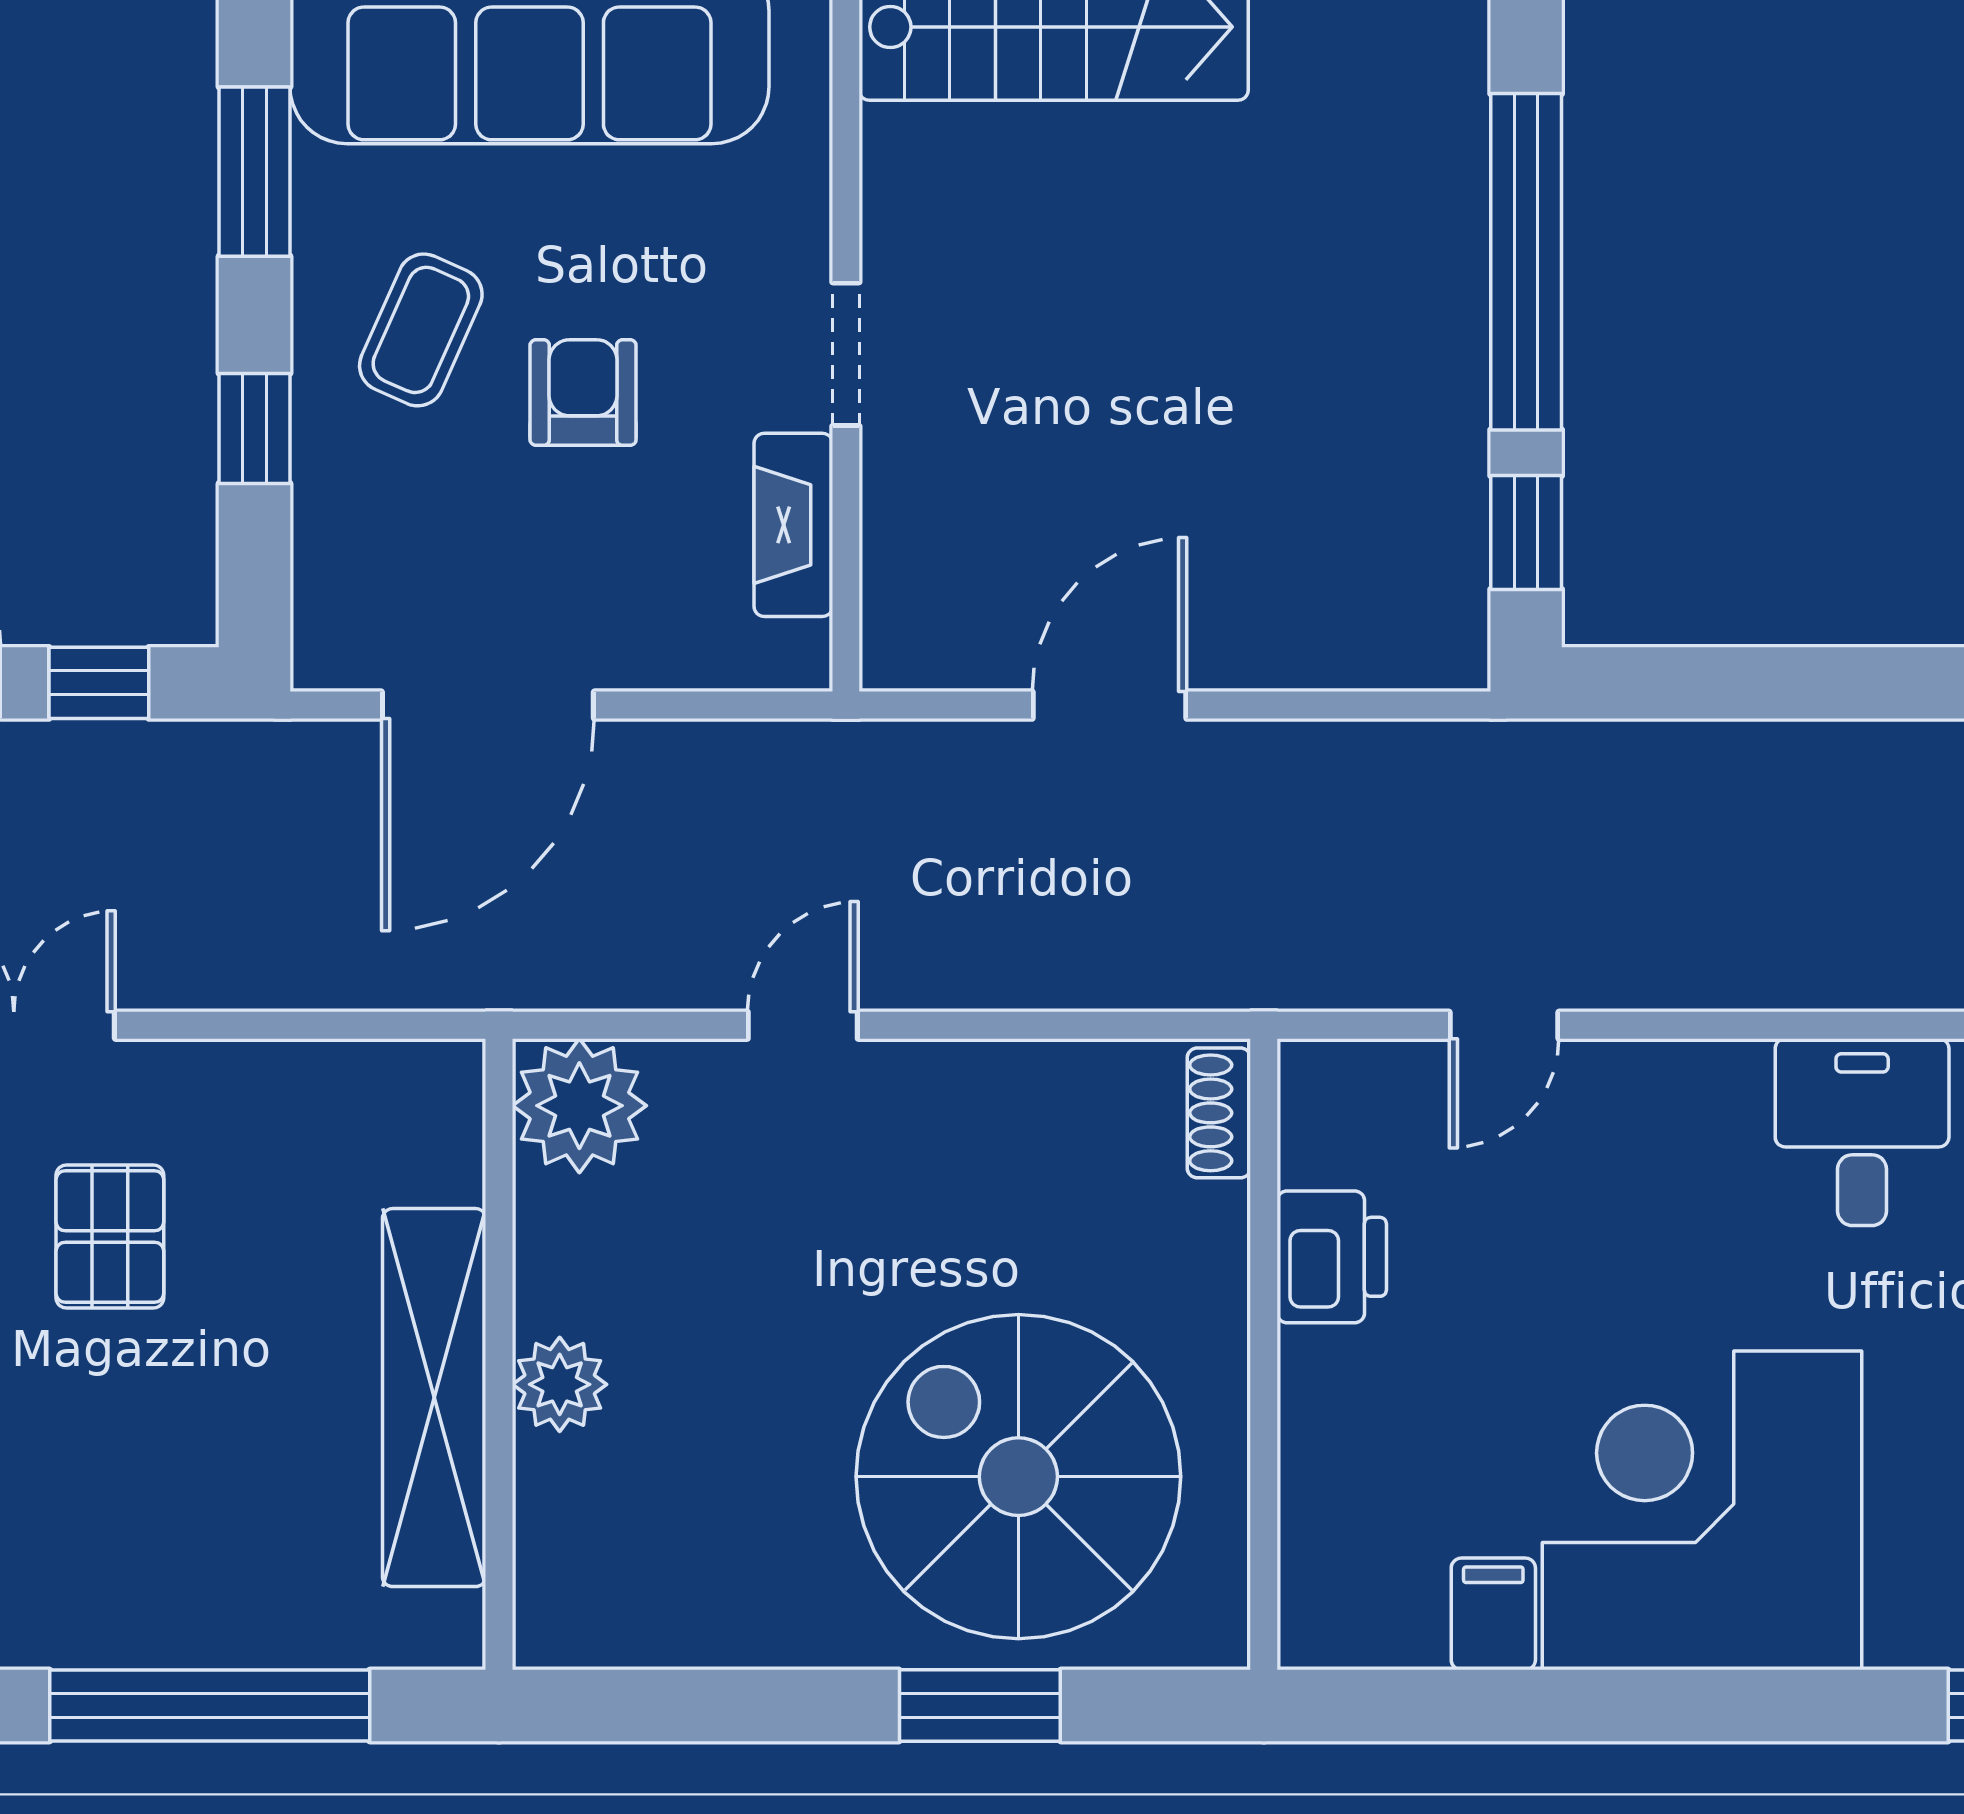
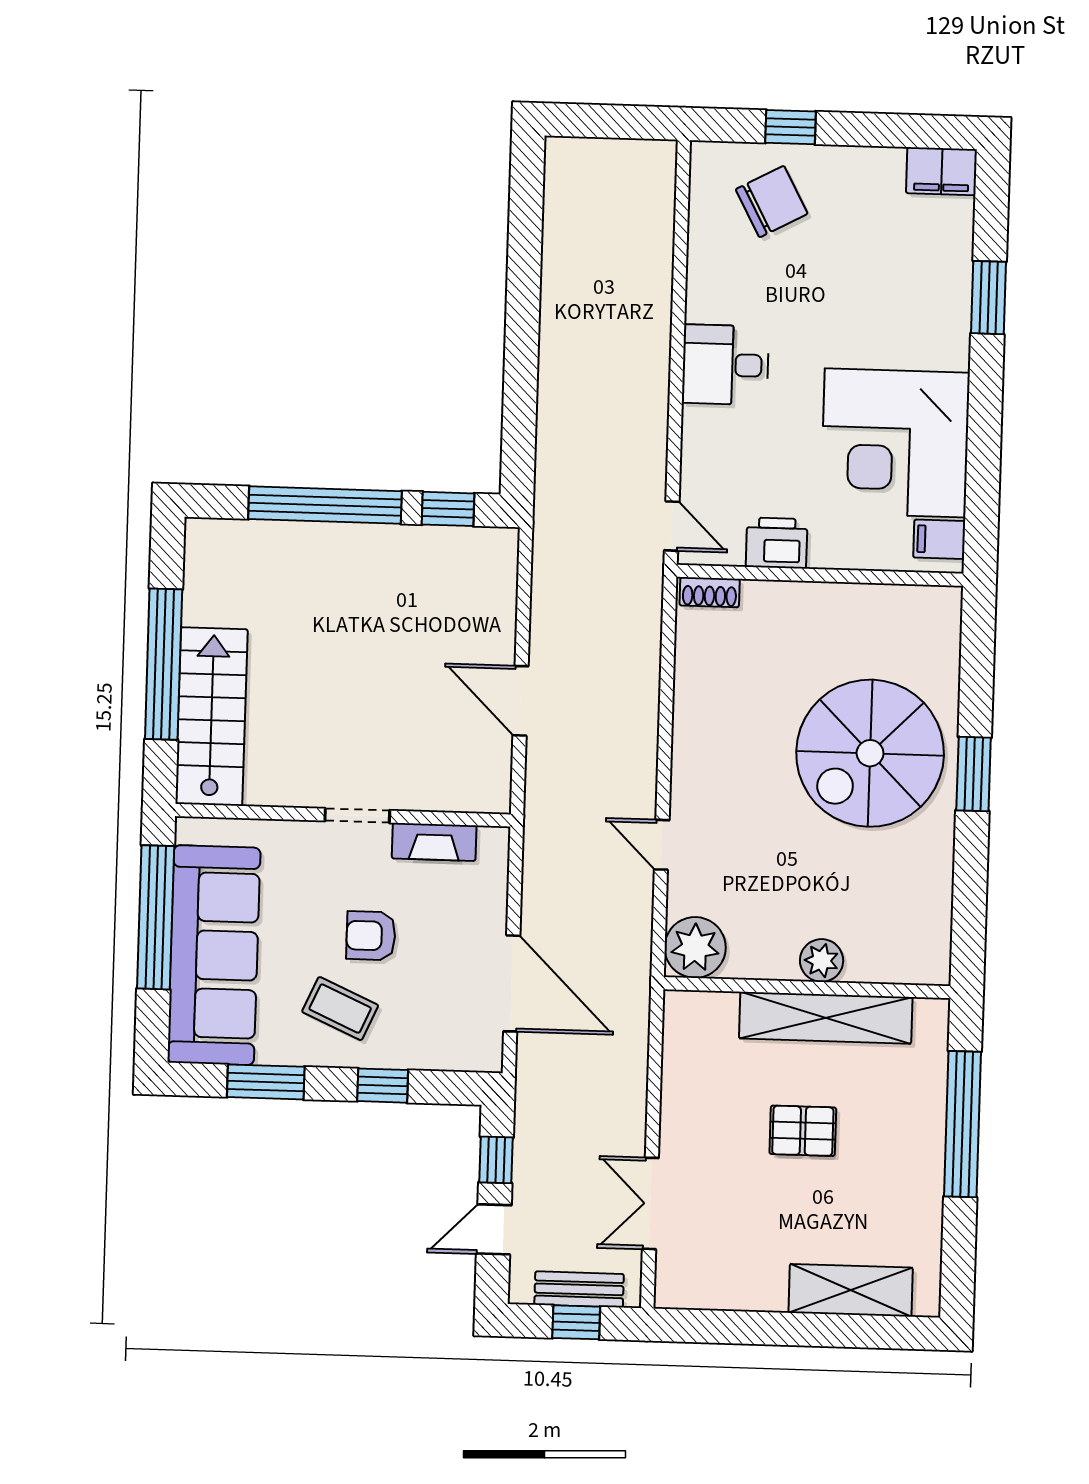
shoe rack: (1219, 1113) -> (710, 592), moved
pallet: (110, 1236) -> (803, 1131), moved
printer: (1332, 1257) -> (777, 543), moved
wall: (1264, 1354) -> (820, 575), moved

